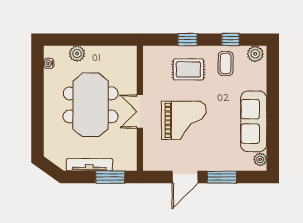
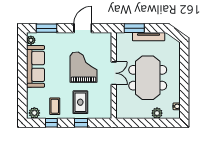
rug: (188, 69) -> (80, 102), turned 90
grand piano: (184, 120) -> (84, 67), turned 90
window: (222, 177) -> (47, 28), moved

